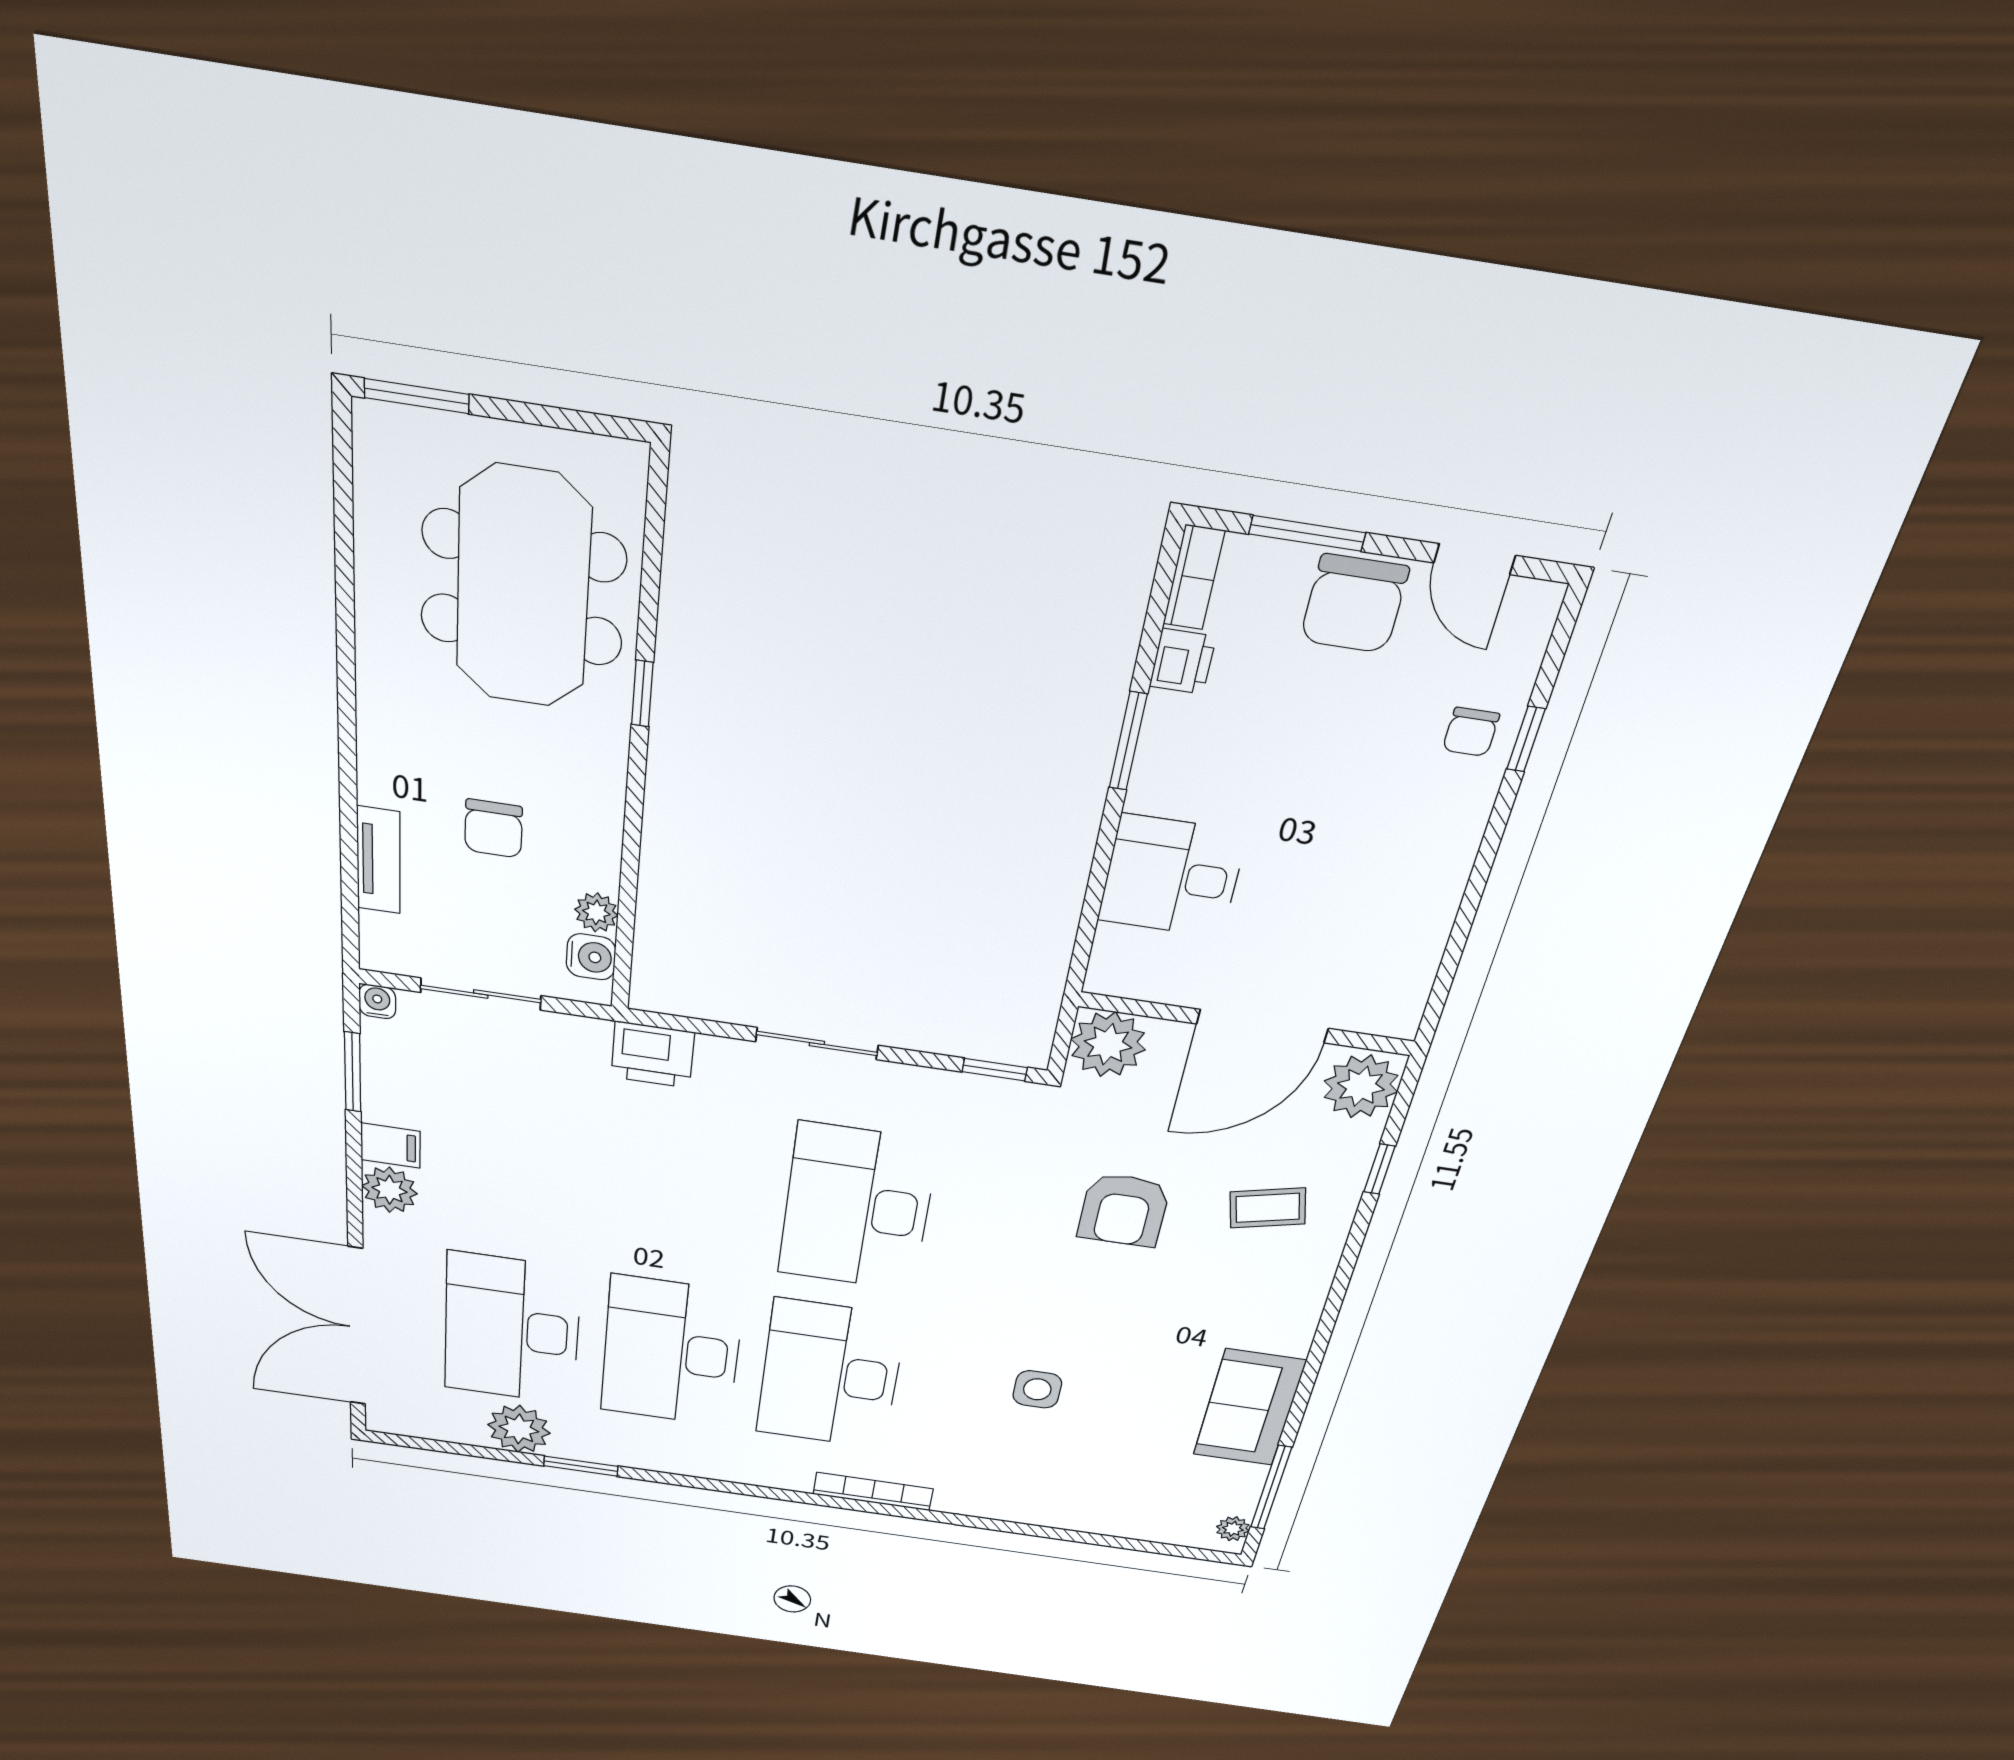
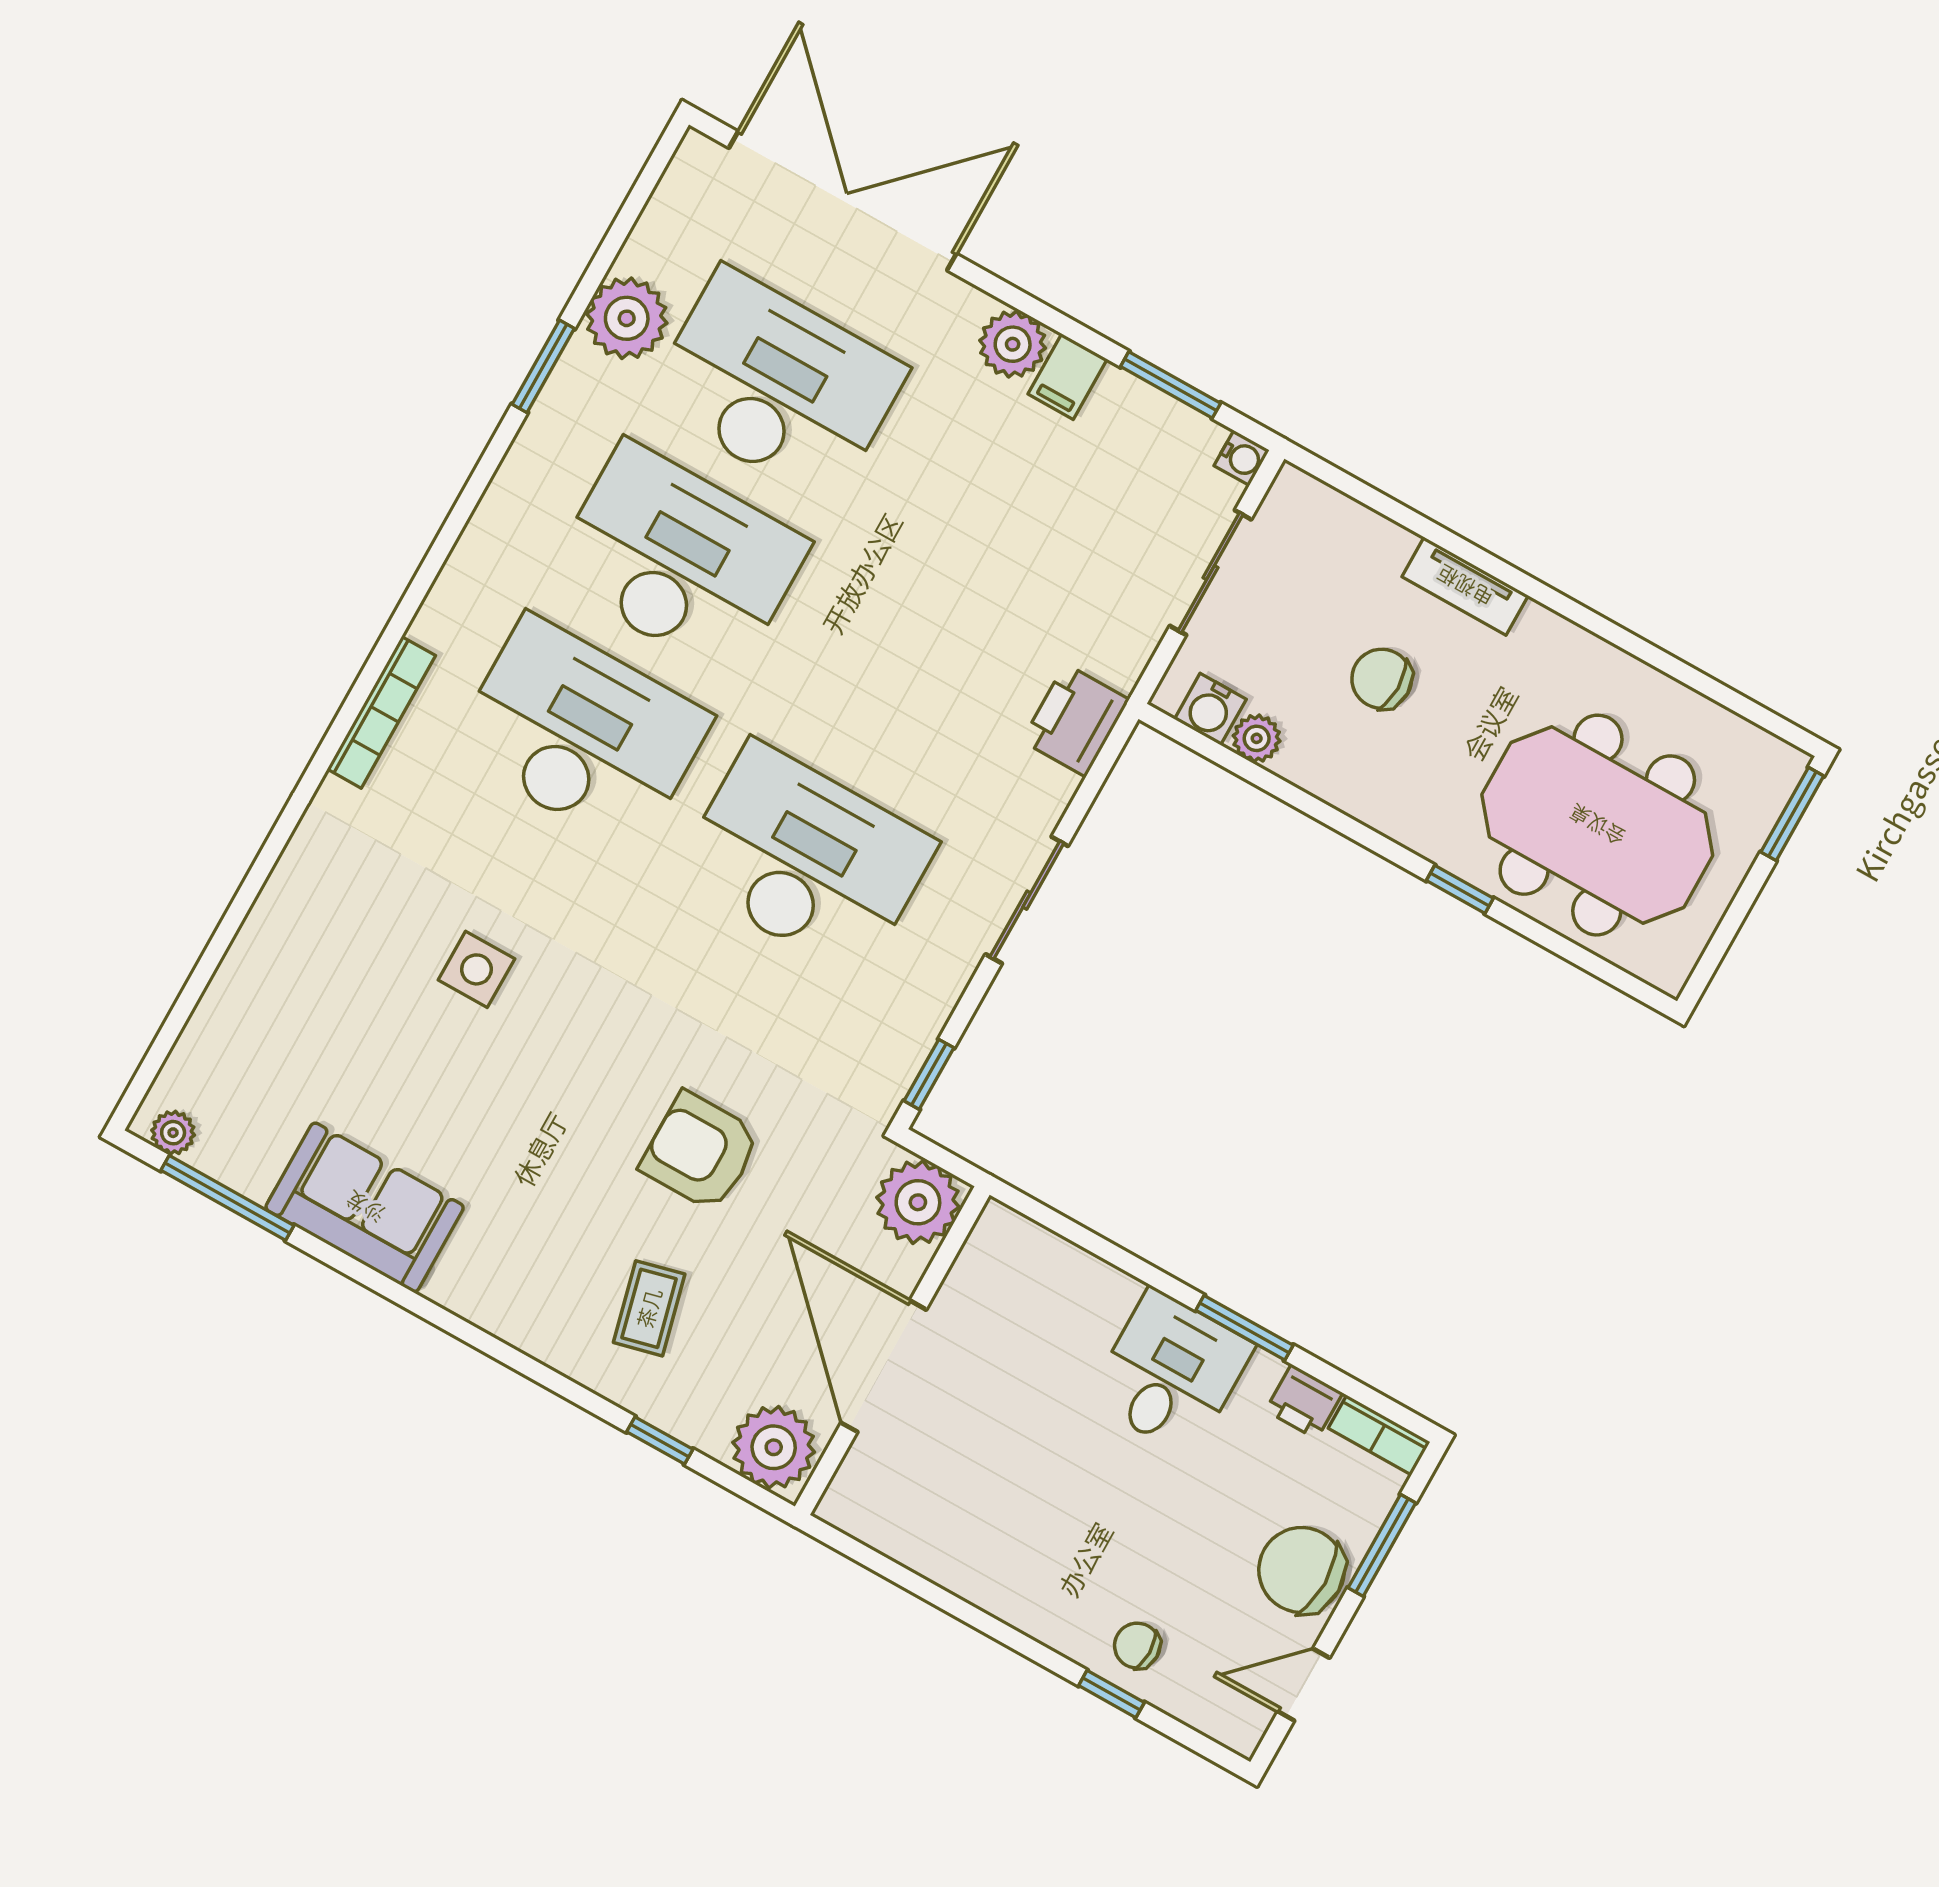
tv unit: (378, 860) -> (1465, 586), moved
desk: (1172, 876) -> (1171, 1373), moved

